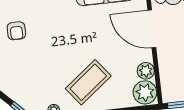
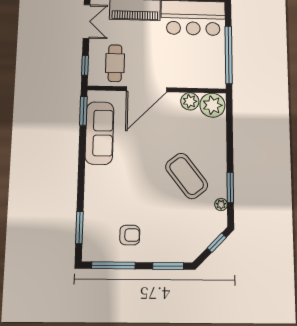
coffee table: (88, 82) -> (187, 176), moved

